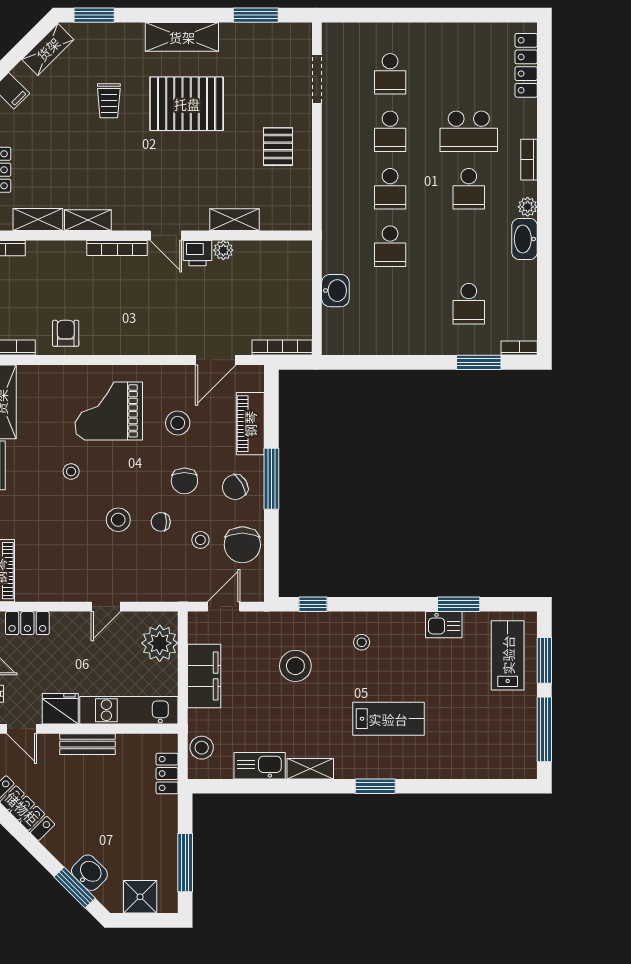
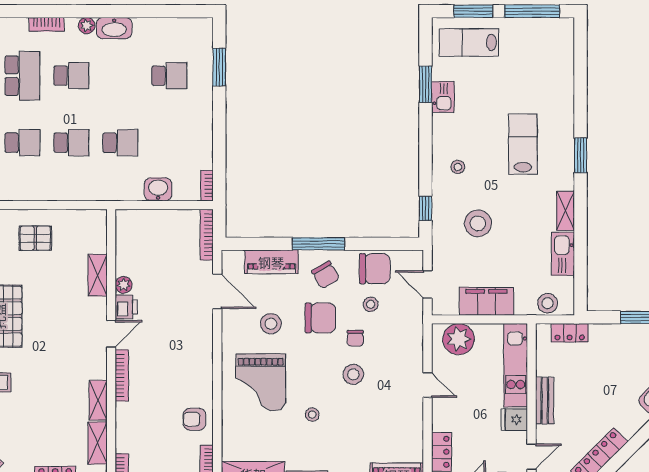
bookcase: (519, 348) -> (207, 186), moved
chair: (184, 481) -> (320, 318), width x1.37, depth x1.37
fridge: (60, 709) -> (514, 420), width x0.72

